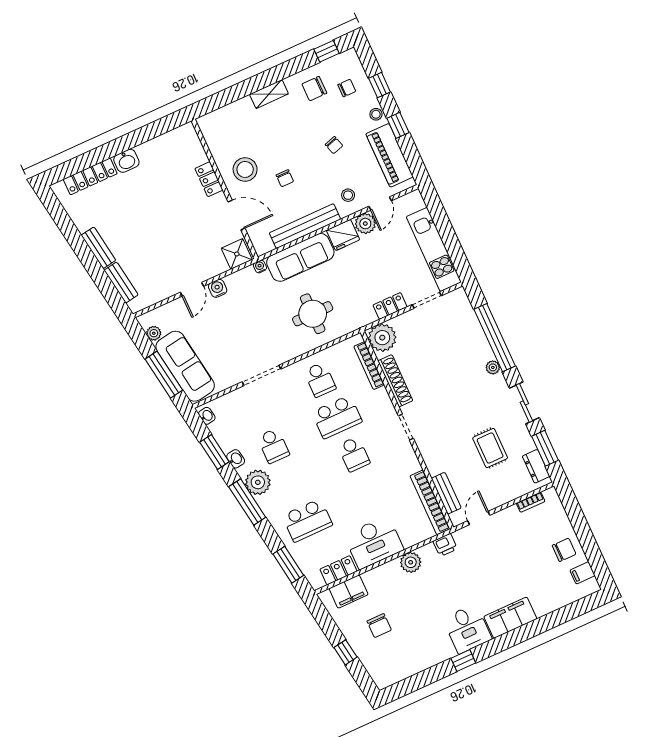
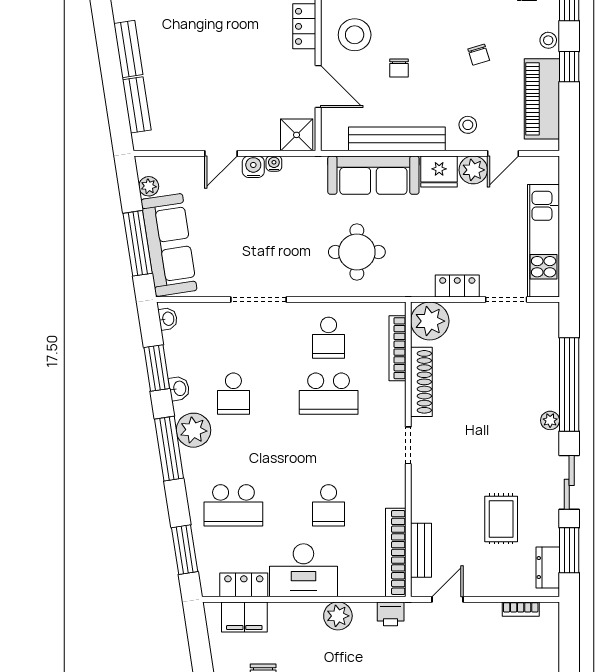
water cooler: (260, 266) -> (274, 164), moved
school desk: (354, 454) -> (329, 505), moved

